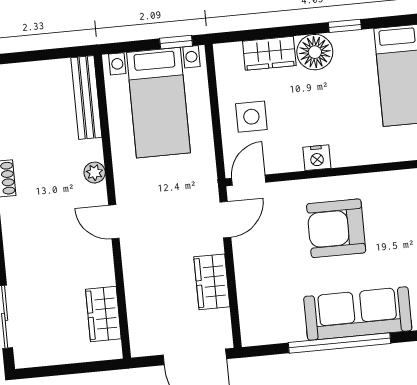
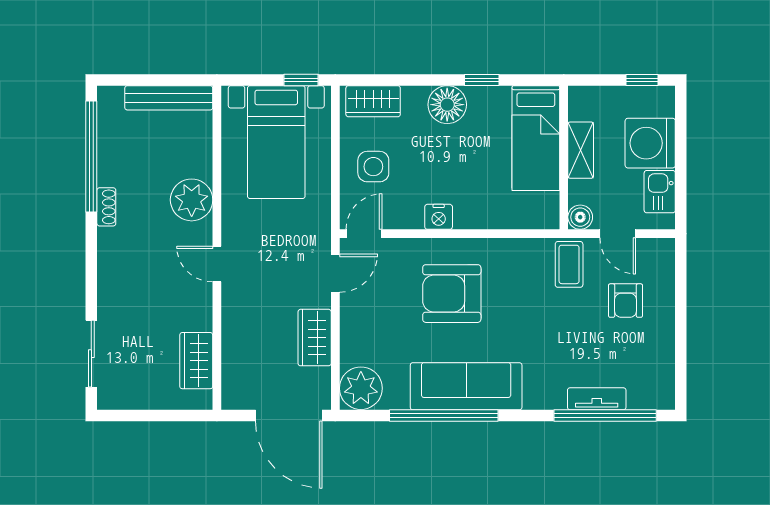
wardrobe: (269, 53) -> (373, 101), moved
bench: (86, 98) -> (169, 98), moved, turned 90
plant: (95, 173) -> (192, 200), width x1.88, depth x1.88
plant: (260, 325) -> (361, 388), added

